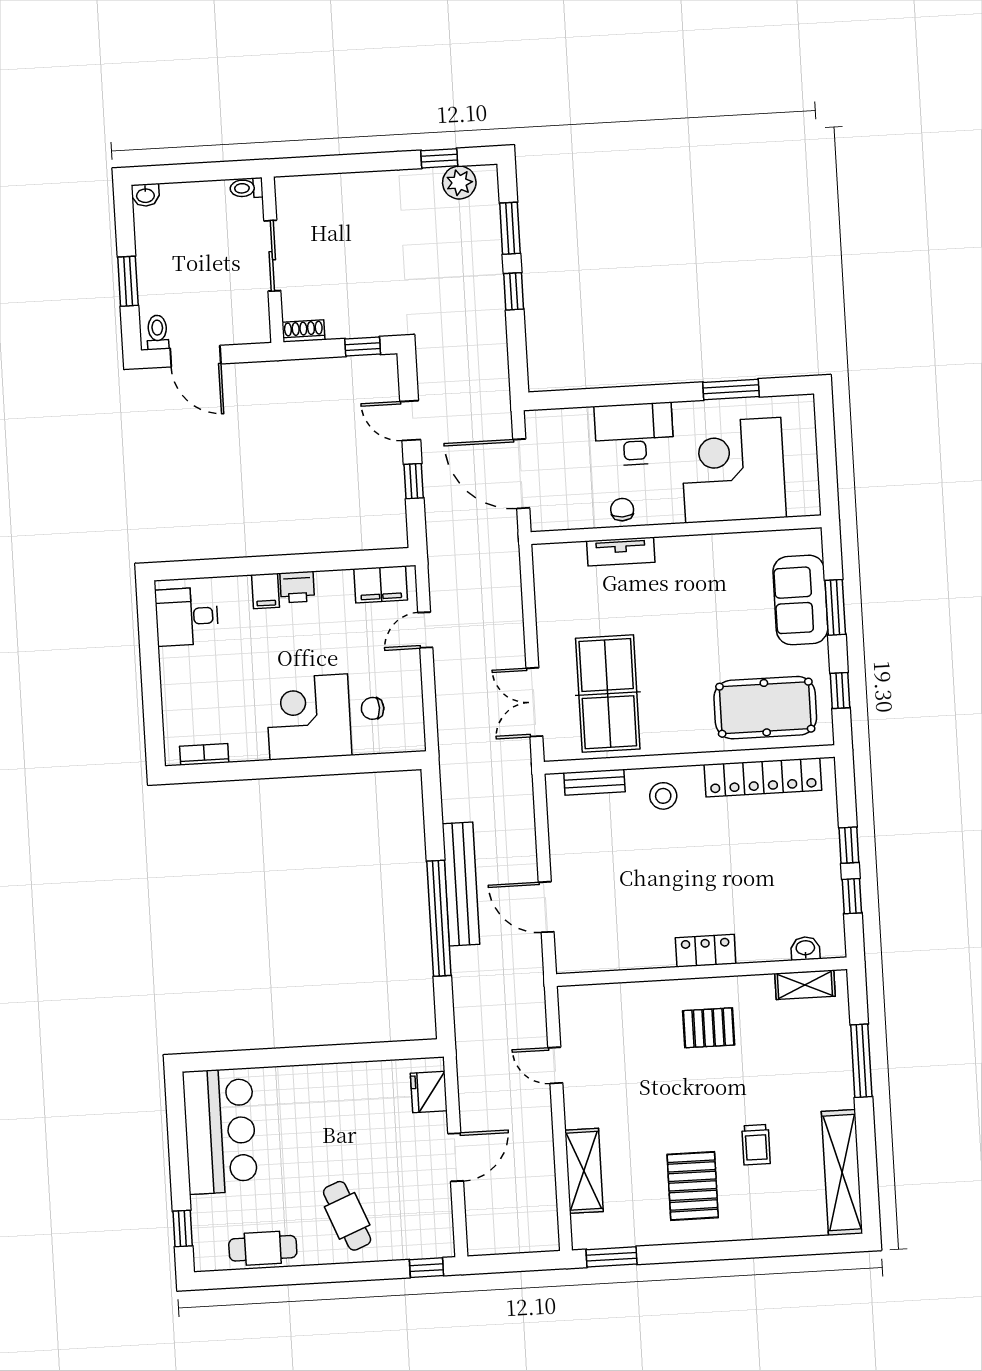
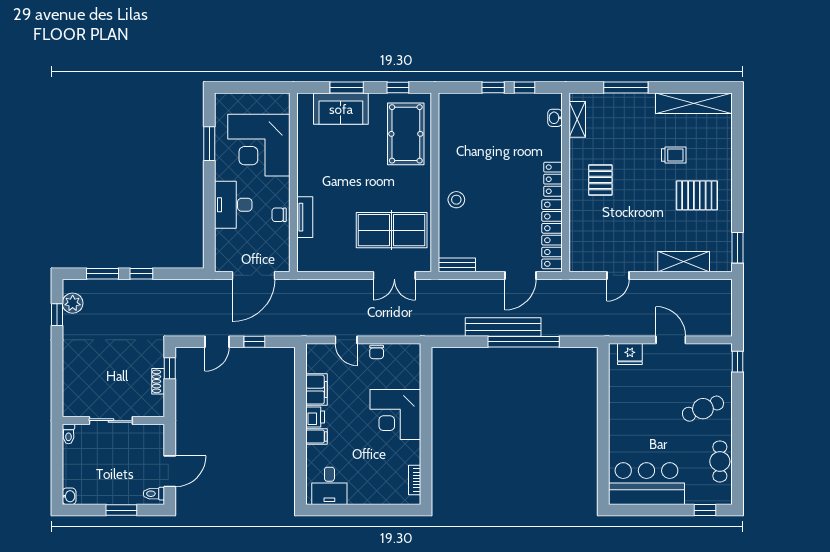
shoe rack: (303, 331) -> (158, 381), moved
filing cabinet: (381, 584) -> (316, 390), moved
chair: (373, 708) -> (377, 352), moved
locker: (763, 777) -> (552, 234), moved, turned 180
bench: (594, 782) -> (457, 265), moved, turned 90

